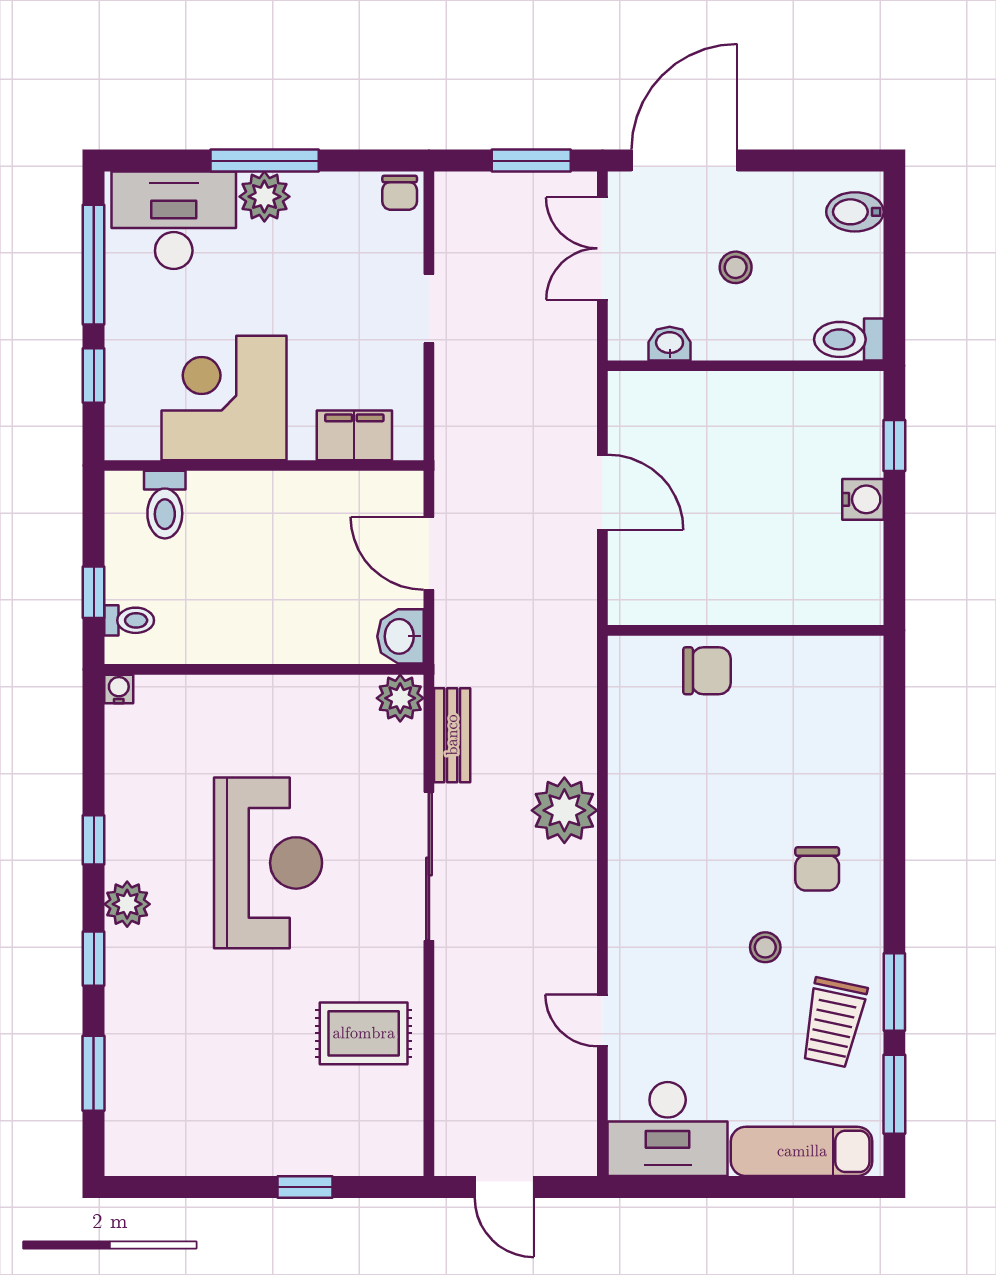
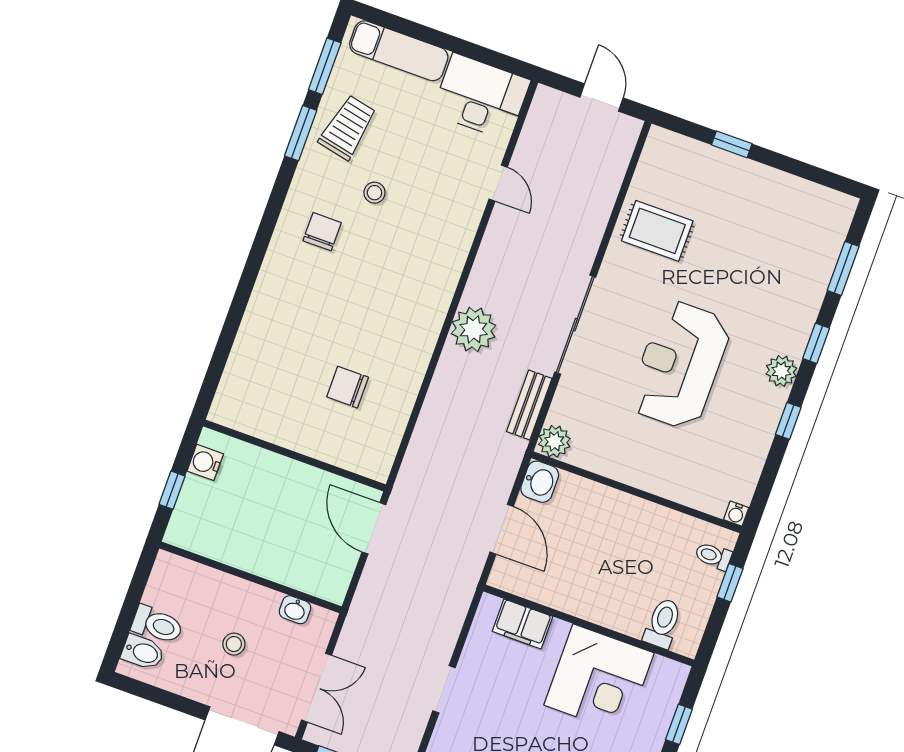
toilet: (849, 339) -> (157, 625), moved
wall: (746, 630) -> (294, 455), moved

